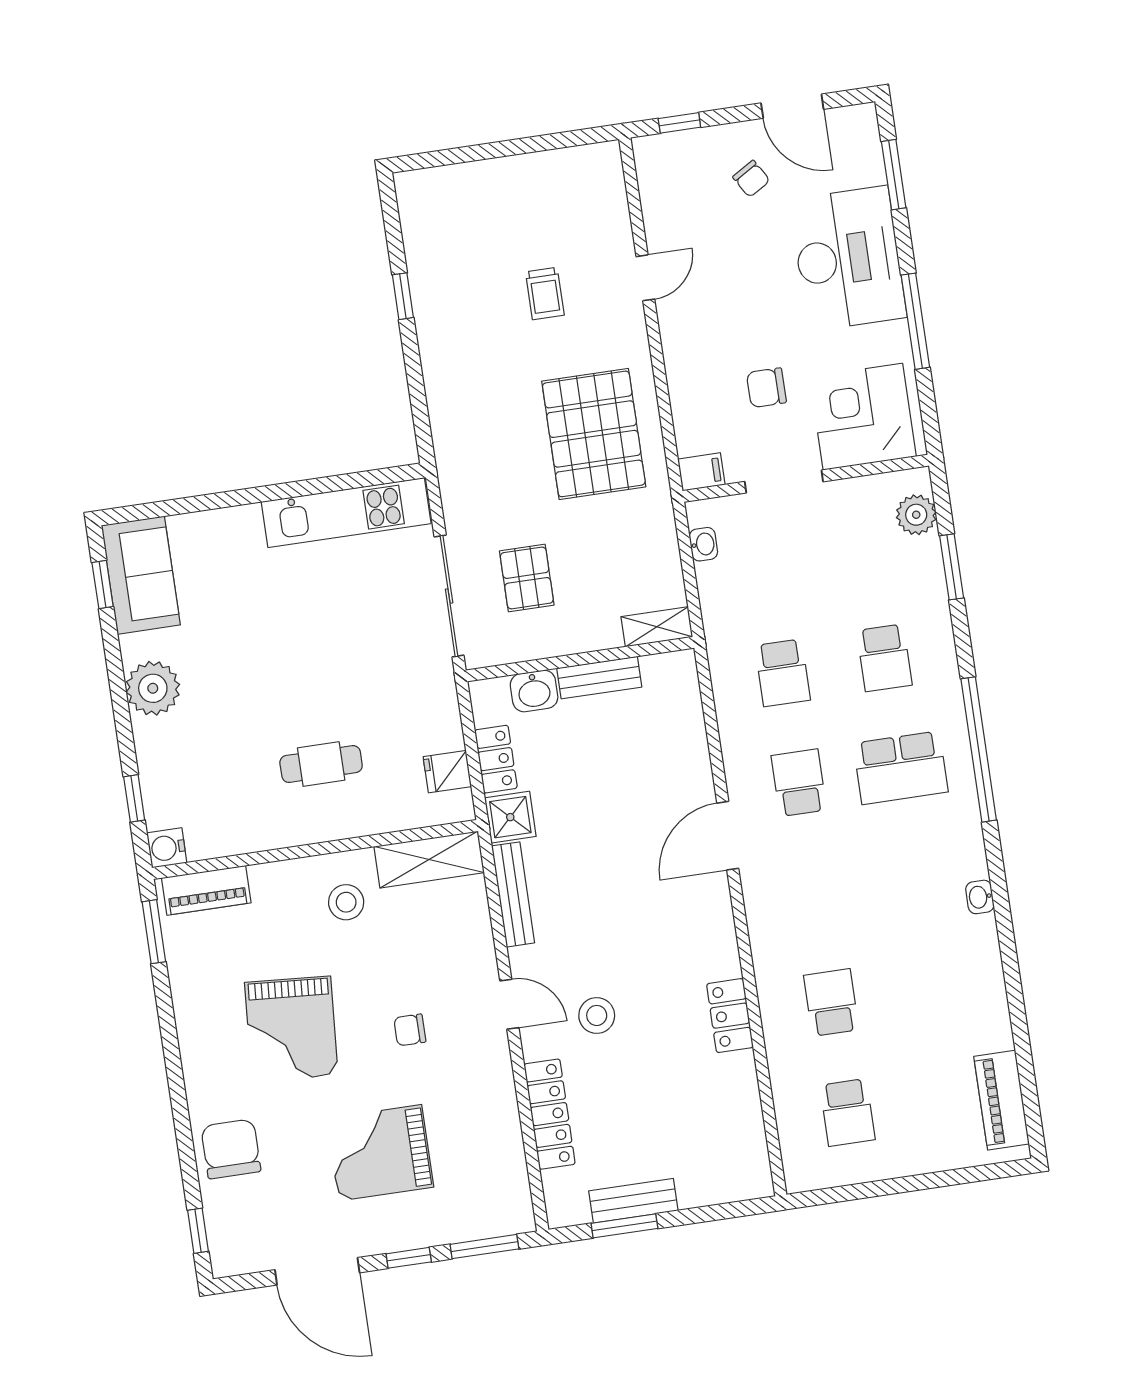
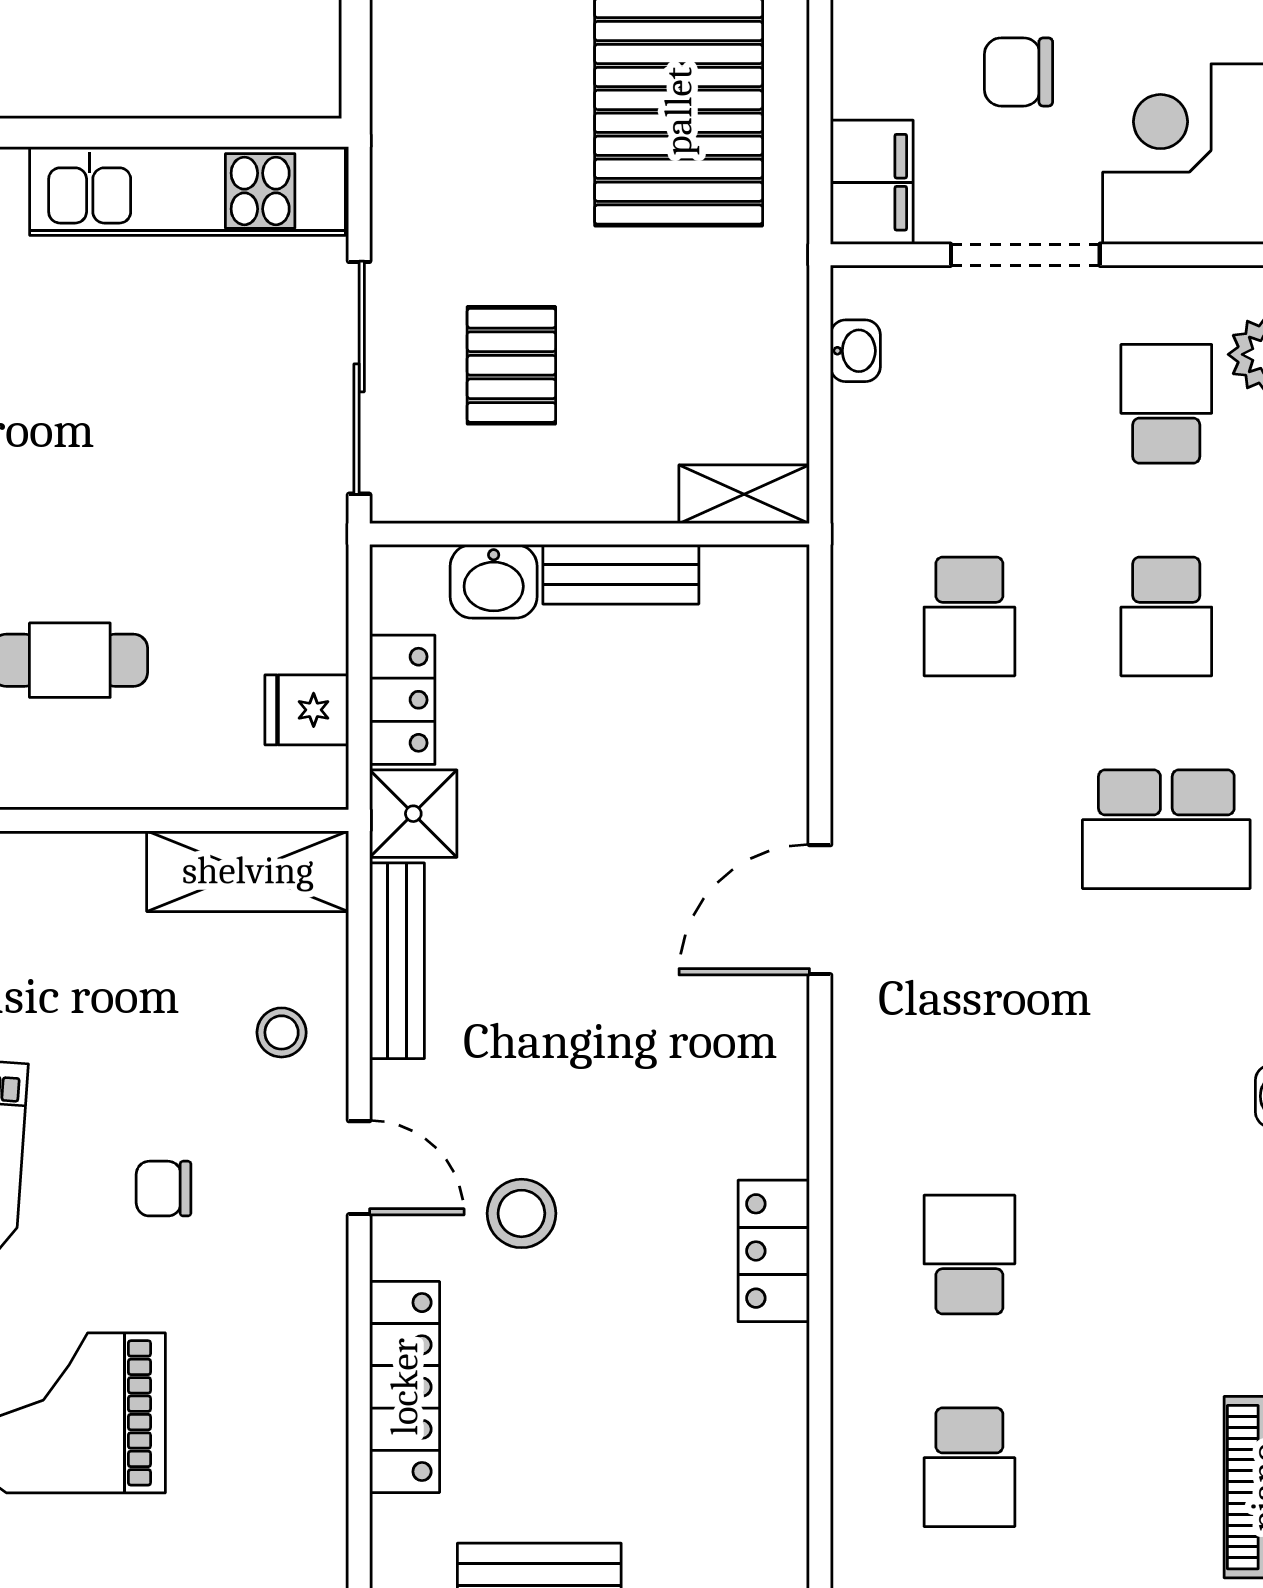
filing cabinet: (701, 472) -> (872, 182), width x2.00
school desk: (799, 783) -> (1166, 404), moved
stool: (346, 902) -> (282, 1032), moved, width x0.73, depth x0.73

